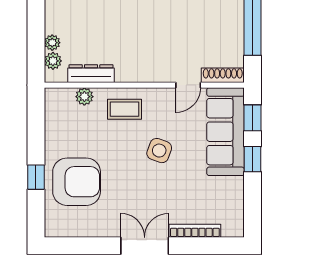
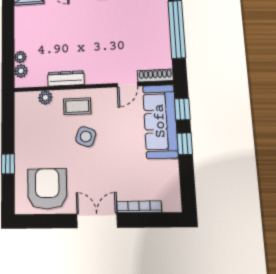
dresser: (91, 74) -> (66, 79), moved
side table: (159, 151) -> (86, 137), moved
armchair: (77, 182) -> (47, 189), moved, turned -90

